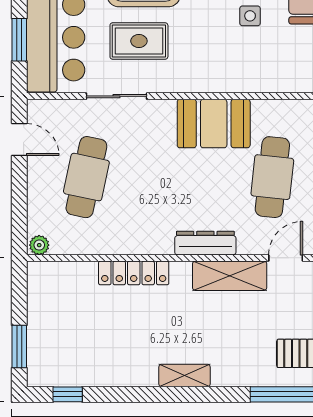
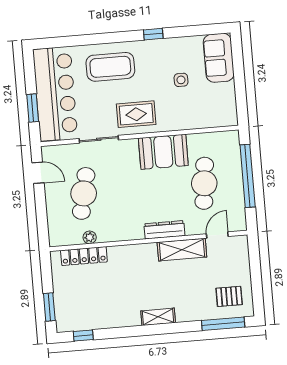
rug: (139, 41) -> (136, 114), moved
plant: (39, 245) -> (90, 237), moved
locker: (134, 273) -> (84, 256), moved

